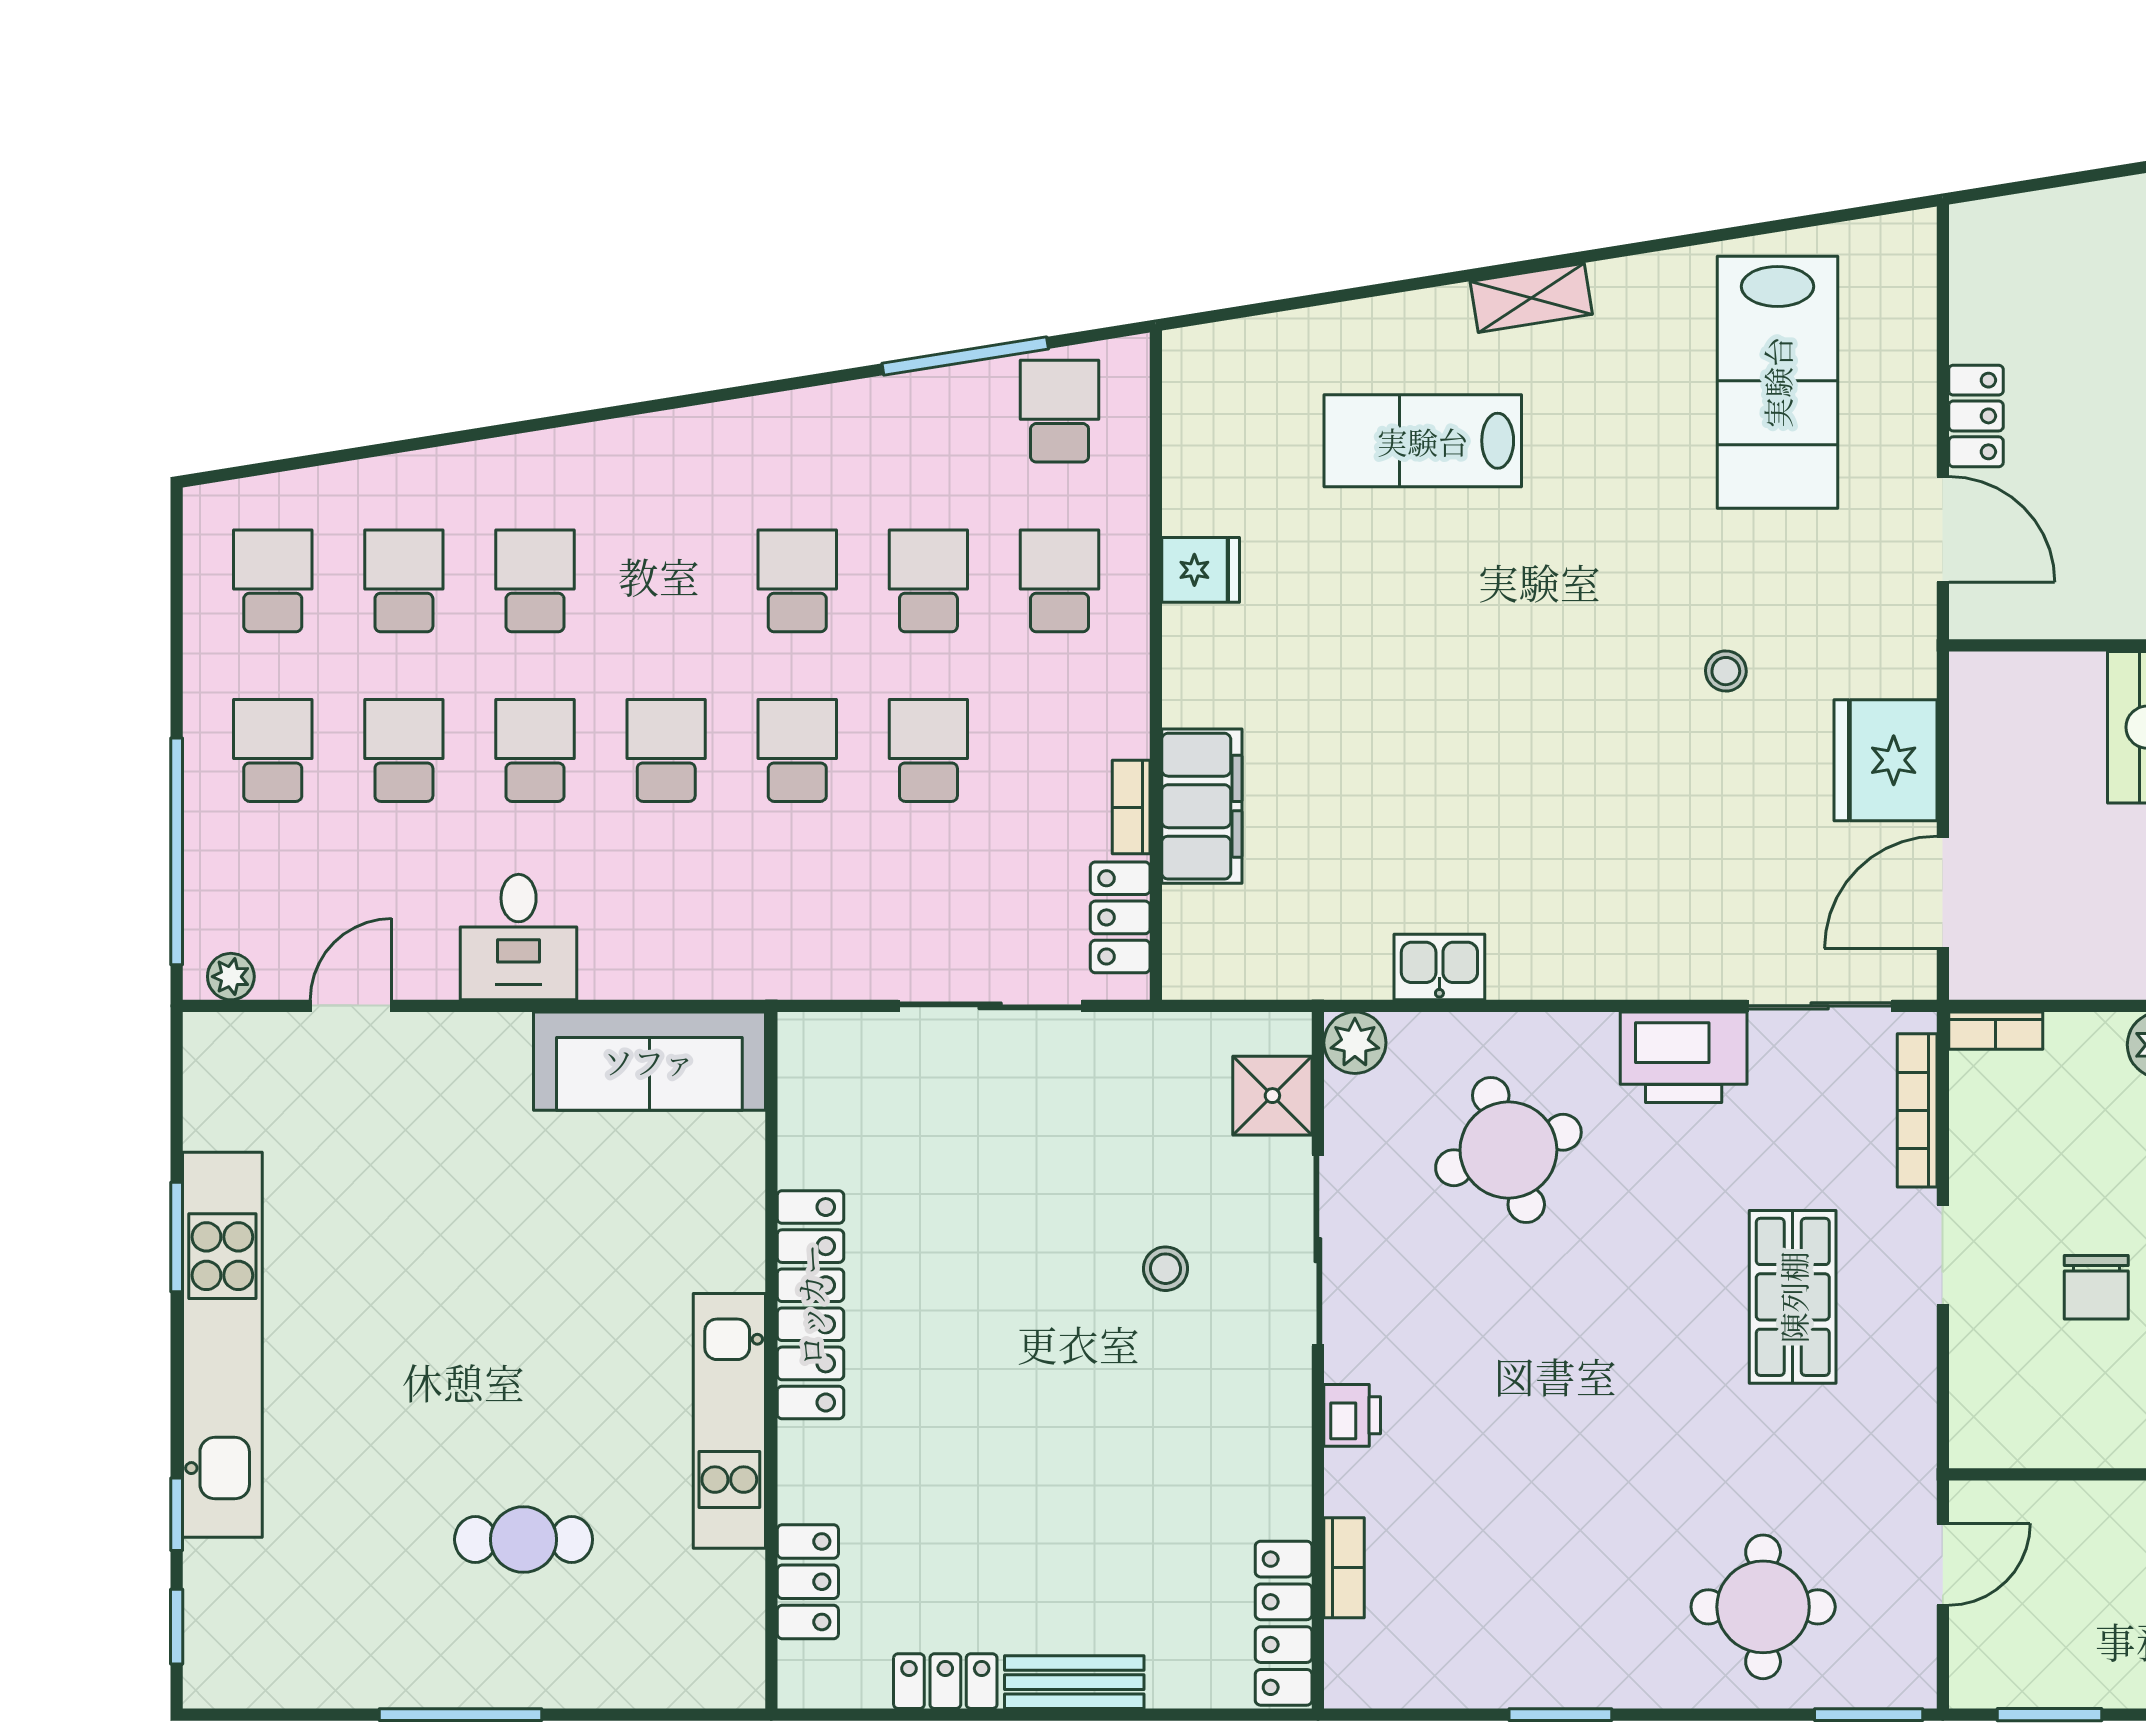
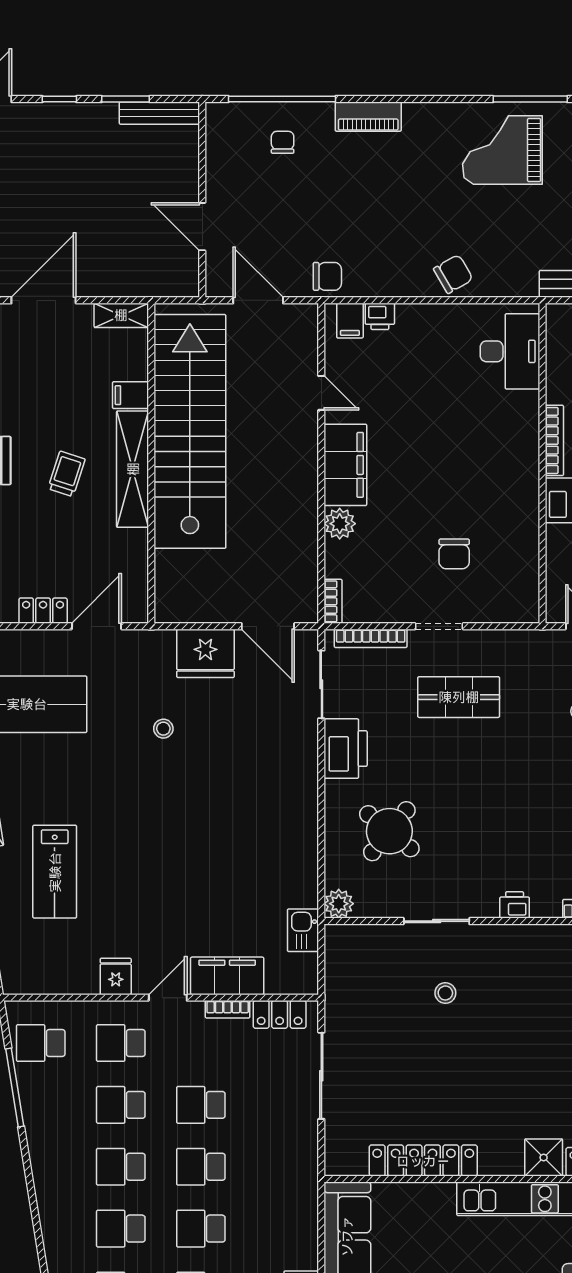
school desk: (666, 581) -> (121, 1229), added
door: (1156, 680) -> (168, 998), added
kitchen sink: (1439, 967) -> (303, 930), moved
shower: (1272, 1096) -> (544, 1157), moved
round table: (1508, 1150) -> (389, 831), turned -33
sliding door: (1318, 1250) -> (437, 921), width x0.73
chair: (2096, 1287) -> (454, 554), turned 90
locker: (810, 1305) -> (423, 1161), moved

